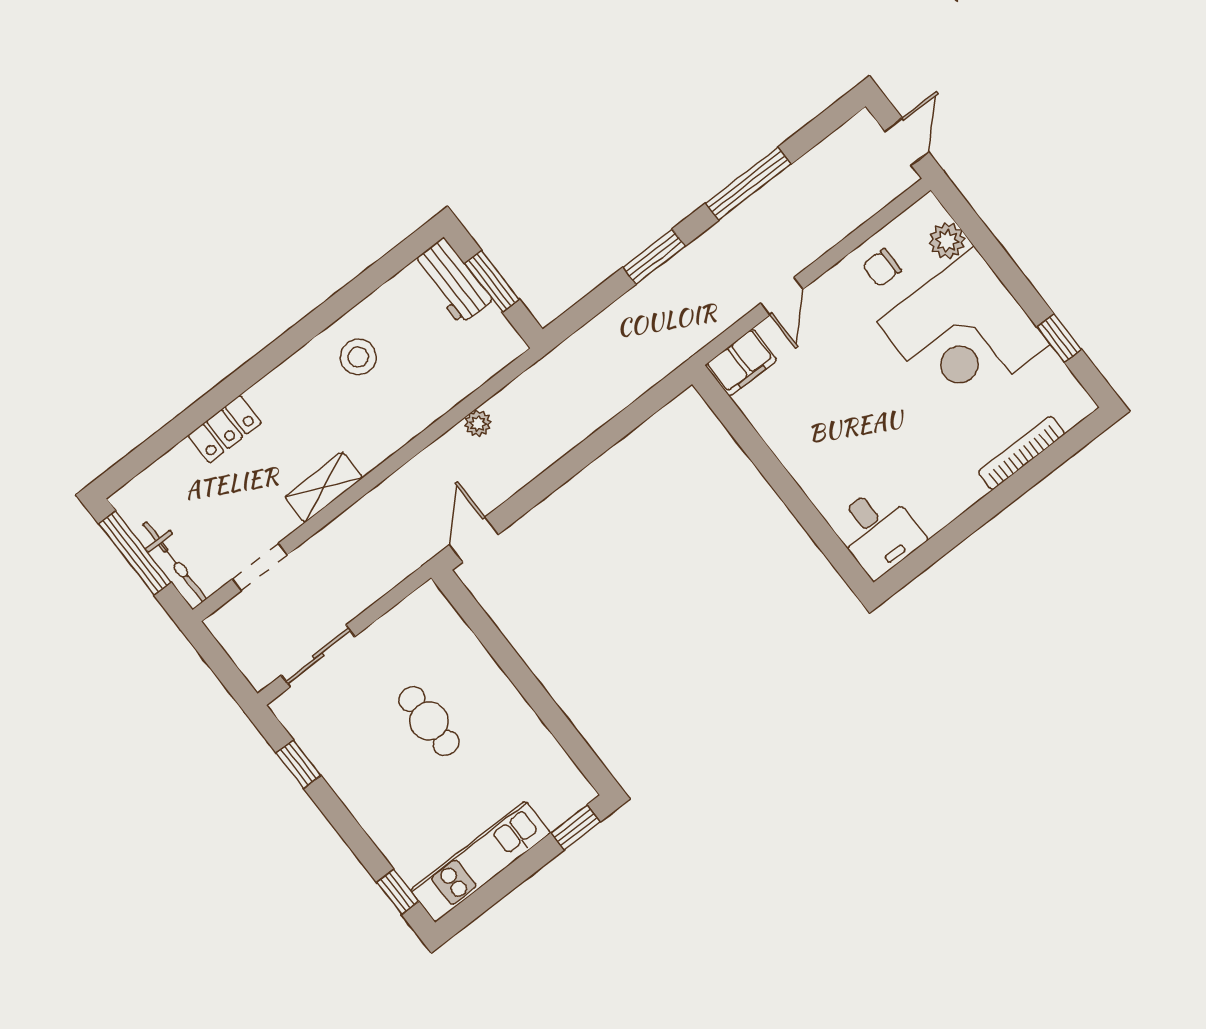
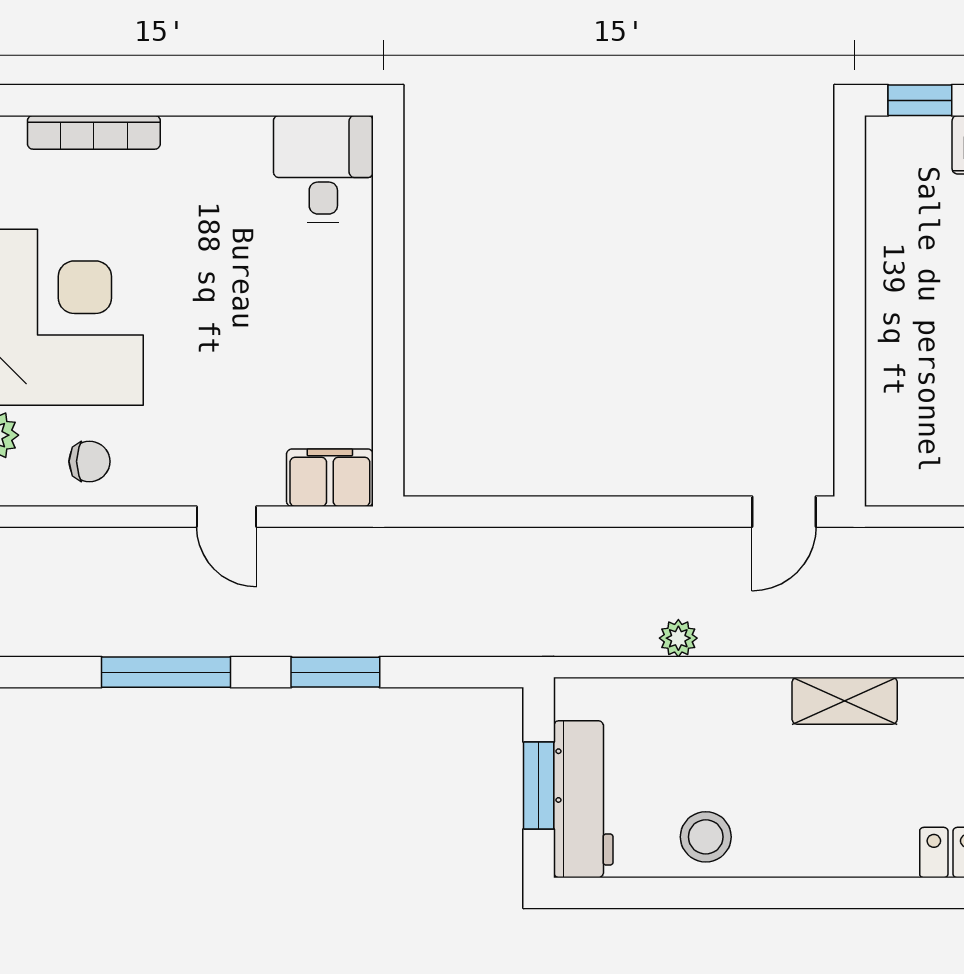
workbench: (452, 281) -> (583, 799), width x1.38
door: (782, 296) -> (226, 517), swing flipped
stool: (358, 357) -> (706, 837), moved
shelving: (324, 487) -> (845, 701), moved

